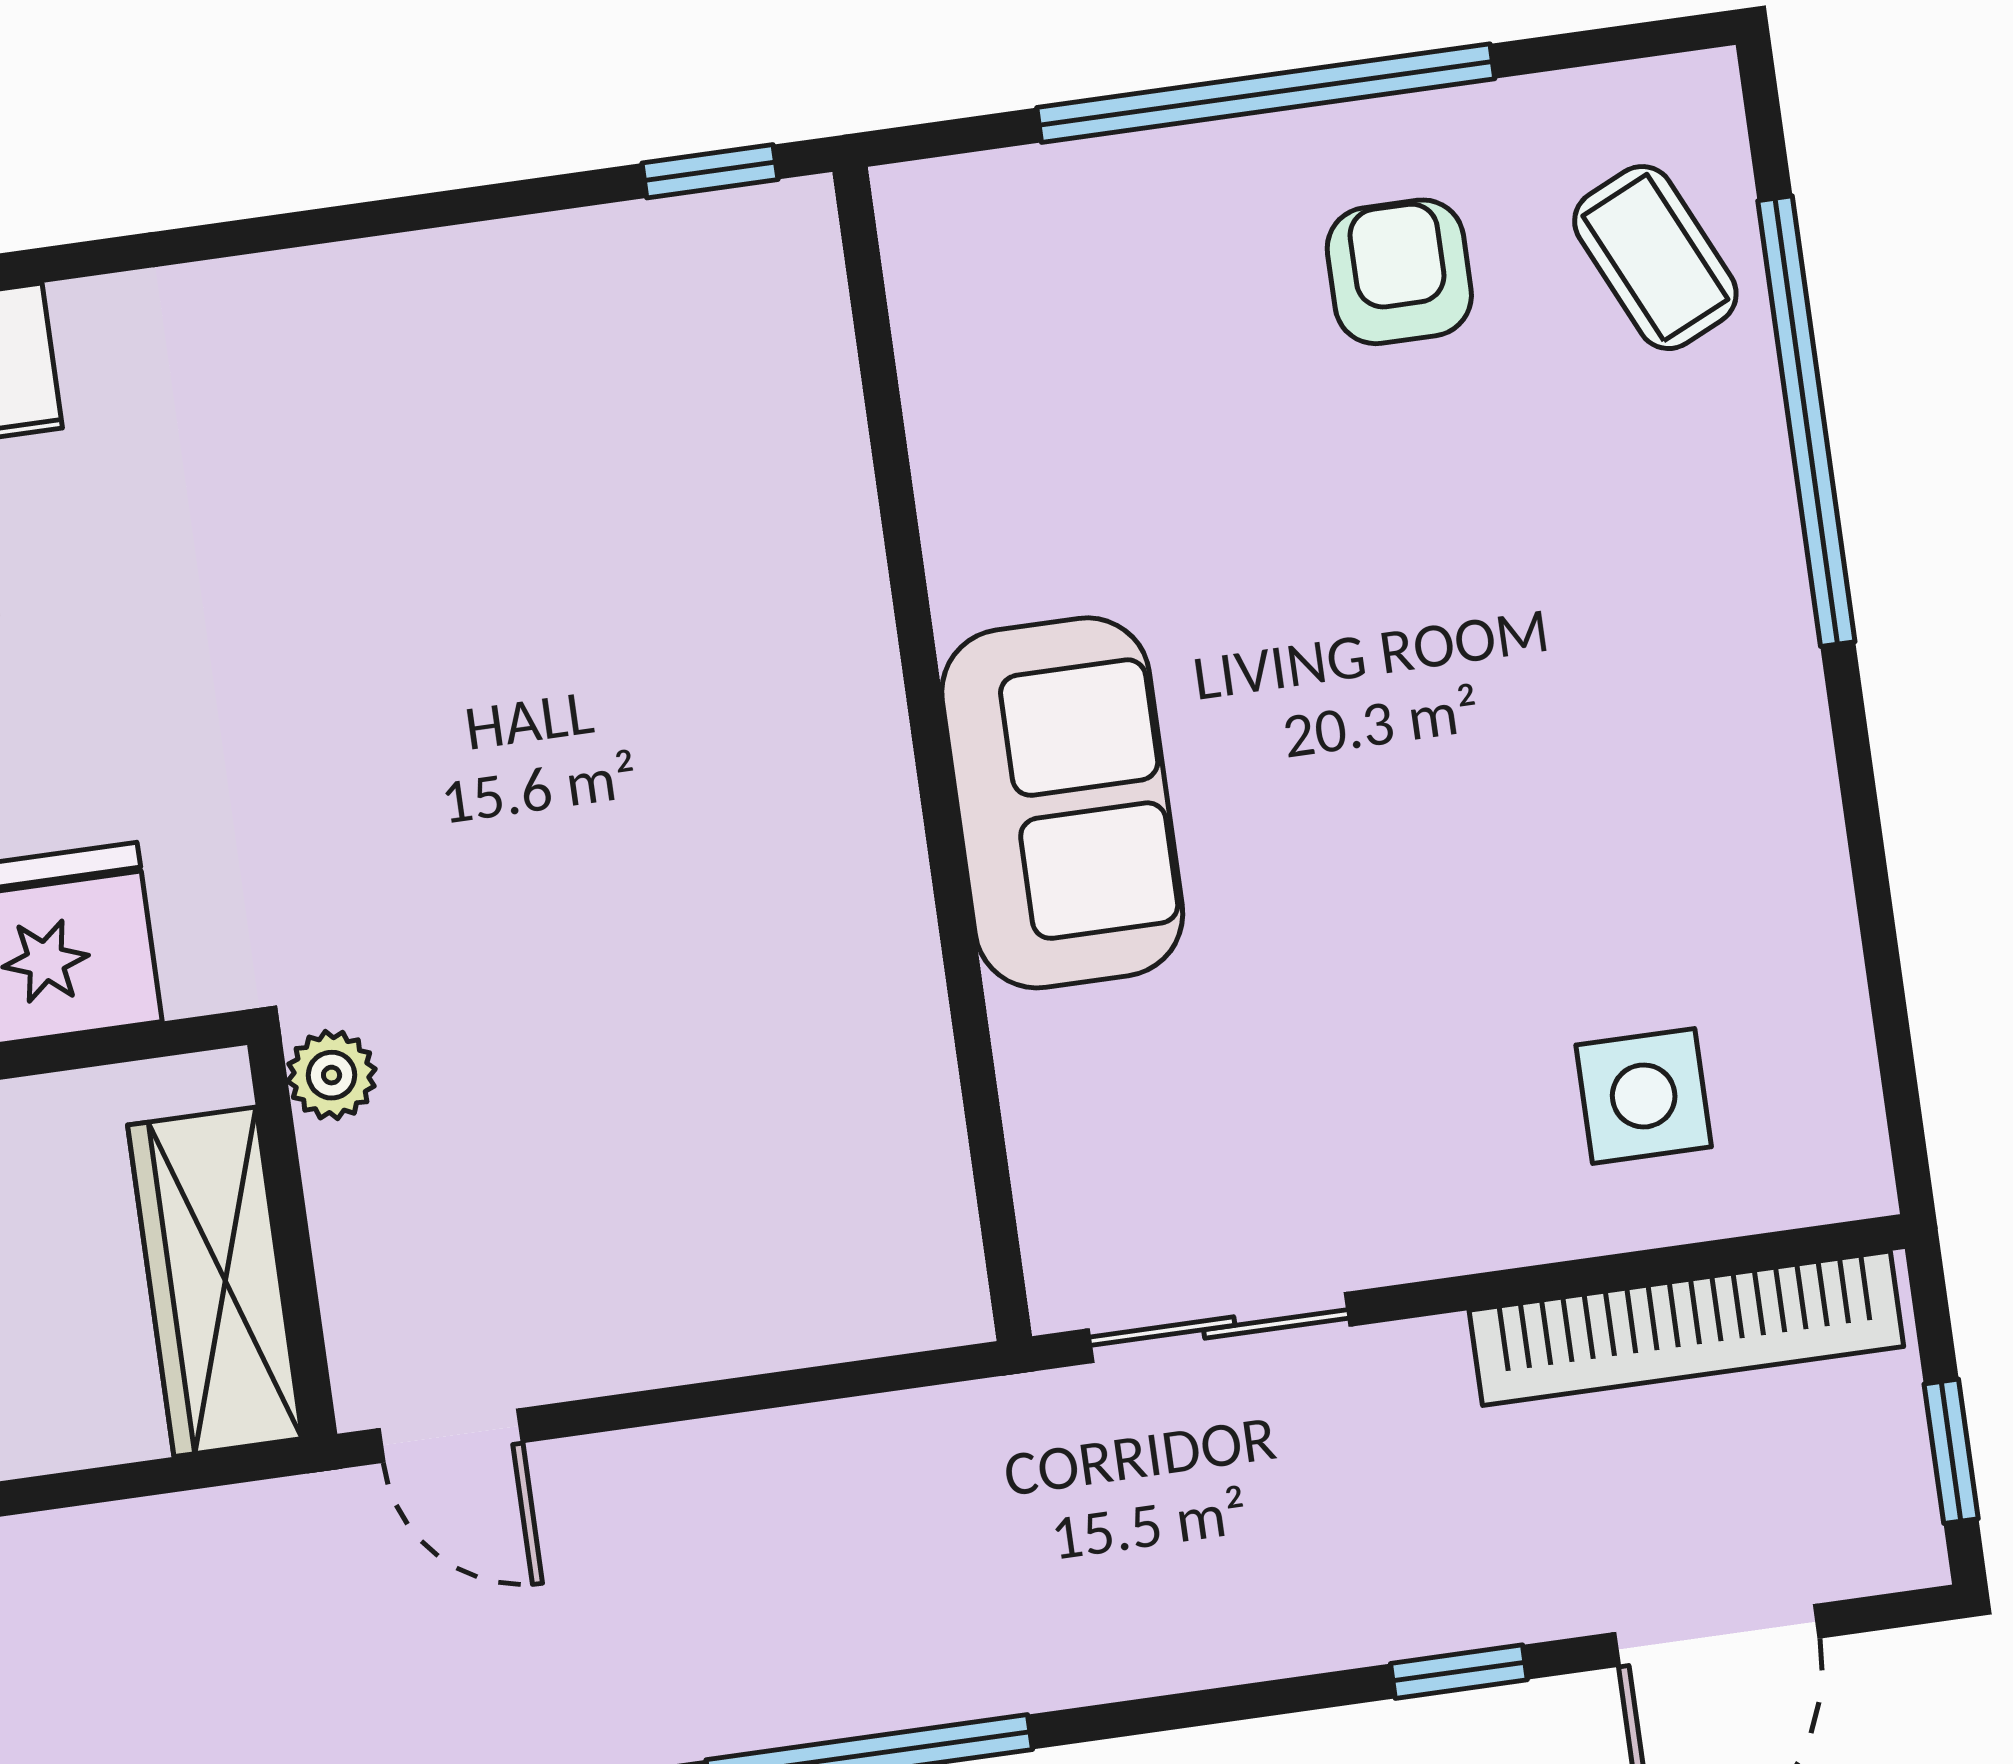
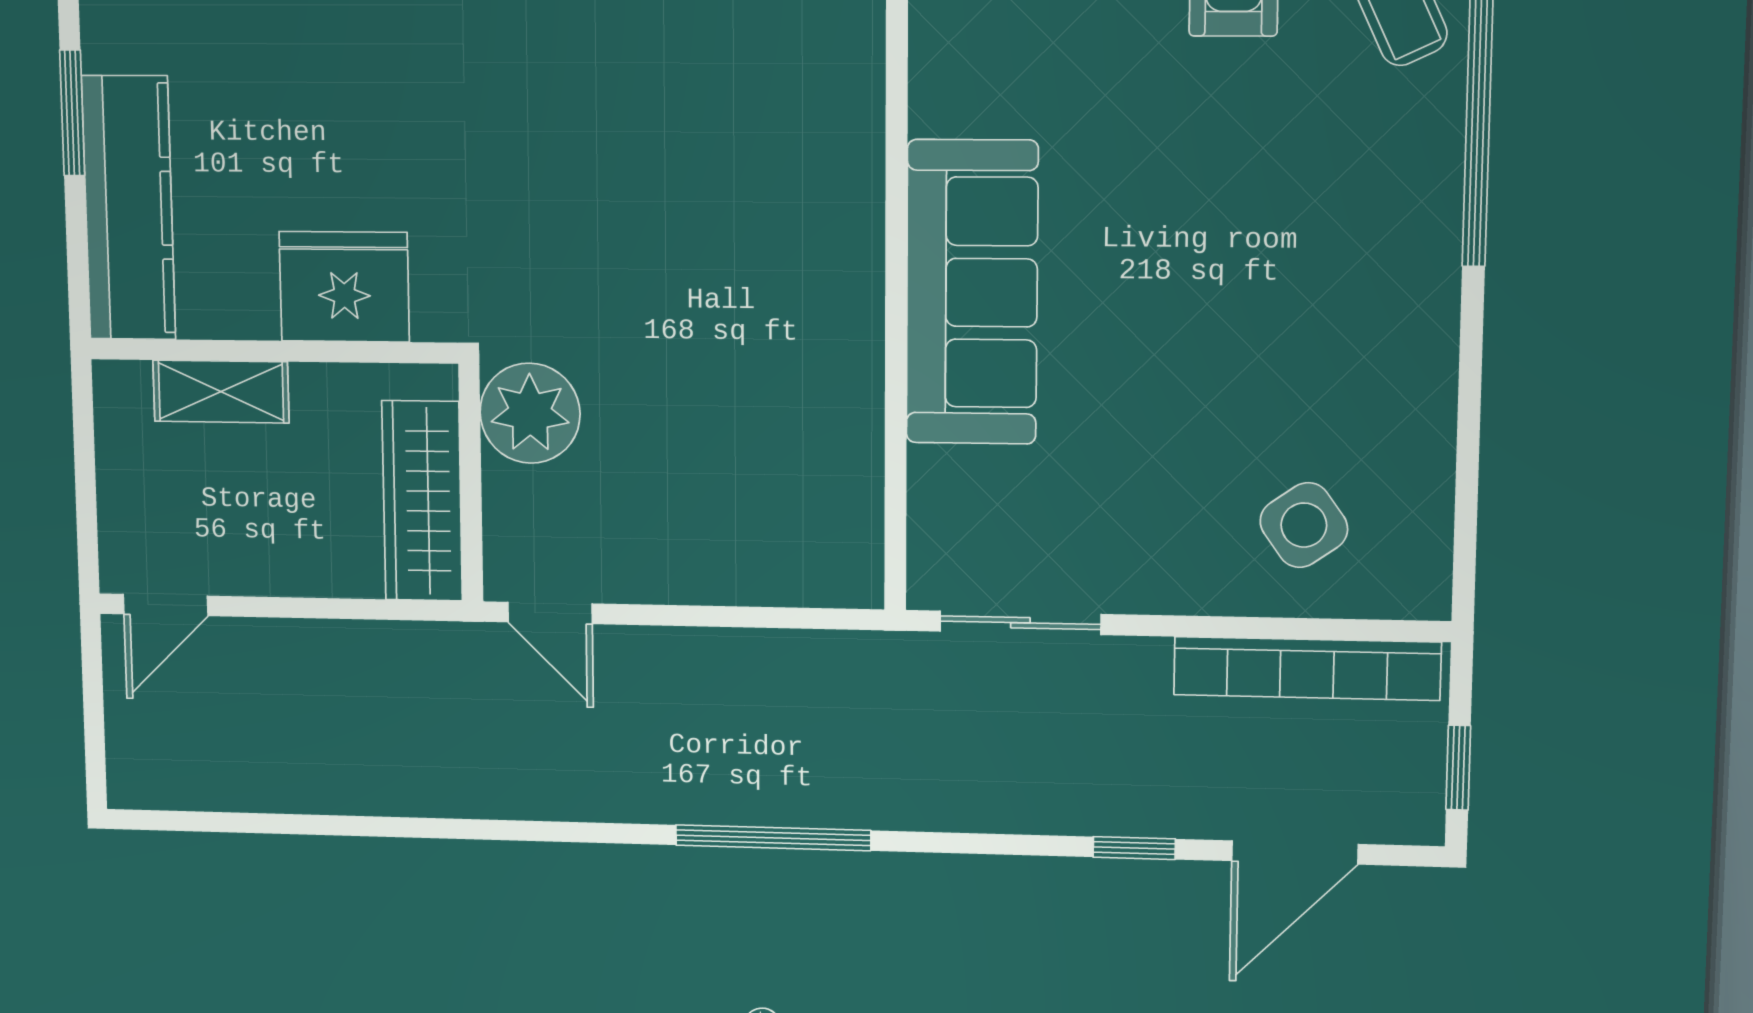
sofa: (1062, 803) -> (972, 292), width x1.36
plant: (332, 1075) -> (530, 413), width x1.87, depth x1.87
side table: (1644, 1096) -> (1304, 525), turned -35

